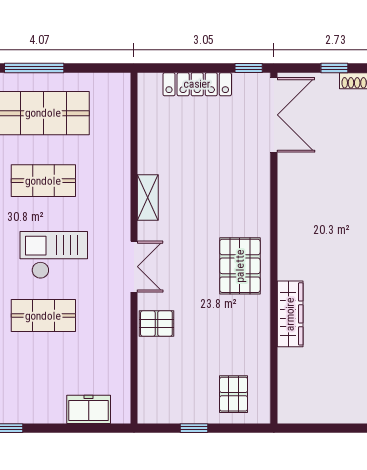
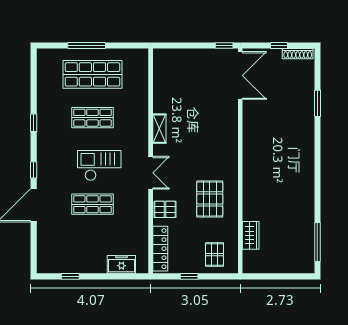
locker: (197, 84) -> (160, 249), moved, turned -90
pallet: (240, 266) -> (210, 199), moved
wardrobe: (290, 314) -> (251, 235), moved, width x0.67

